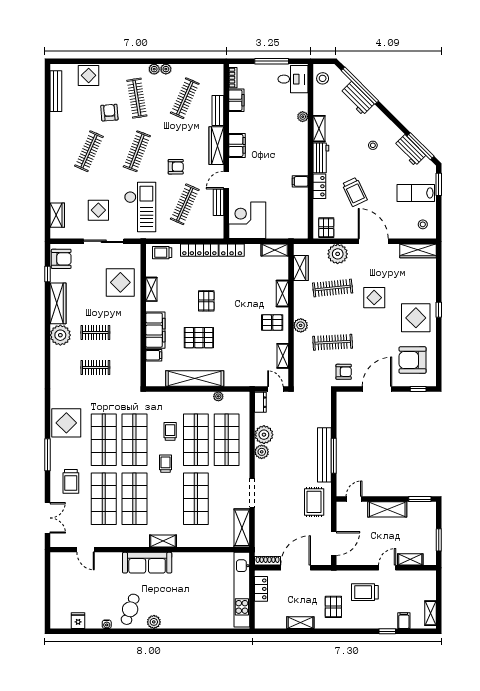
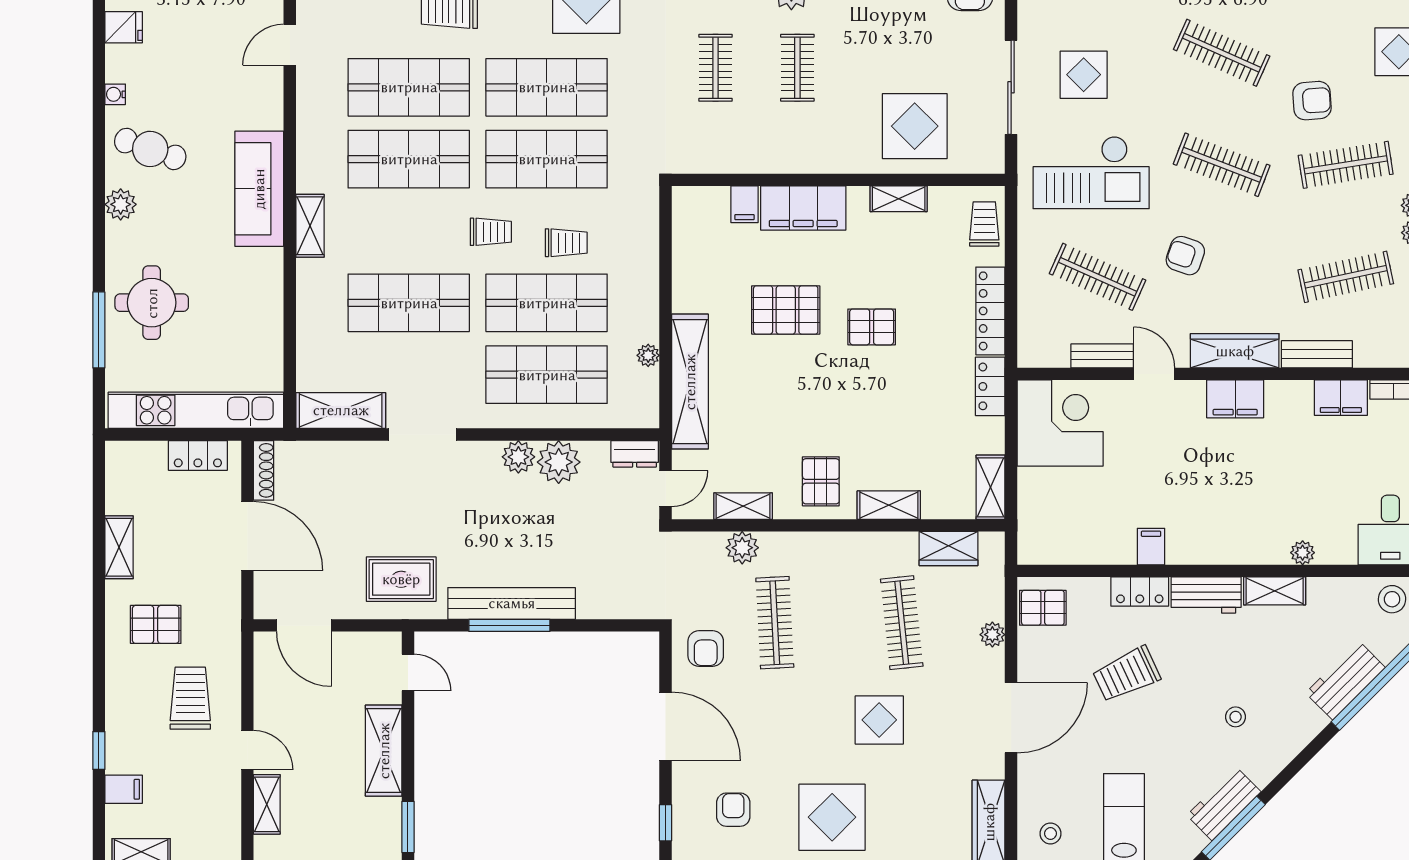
clothes rail: (185, 98) -> (1346, 277), turned -36
armchair: (176, 167) -> (1185, 256), turned 109
plant: (338, 254) -> (992, 635), width x0.53, depth x0.53
plant: (301, 325) -> (742, 548), moved
pallet: (199, 338) -> (786, 310), turned 90
armchair: (413, 360) -> (733, 810), width x0.53, depth x0.53
shelving: (195, 379) -> (690, 382), moved
round table: (196, 609) -> (152, 303), added
window: (207, 631) -> (99, 330), added

